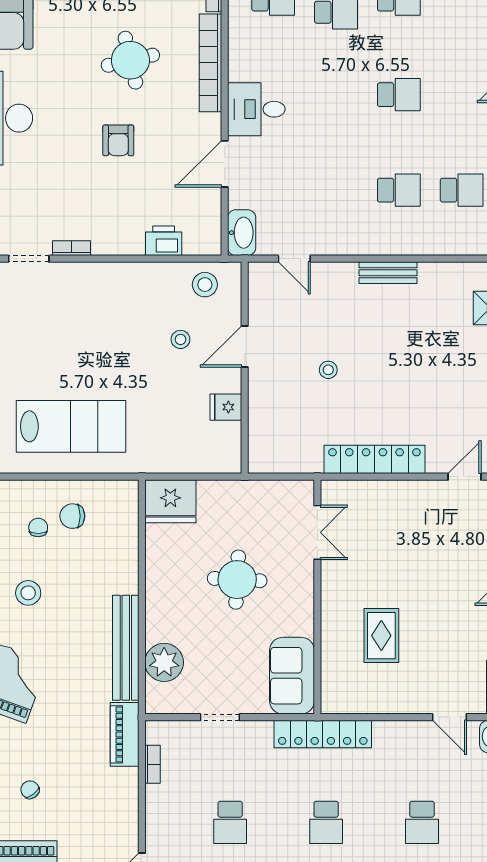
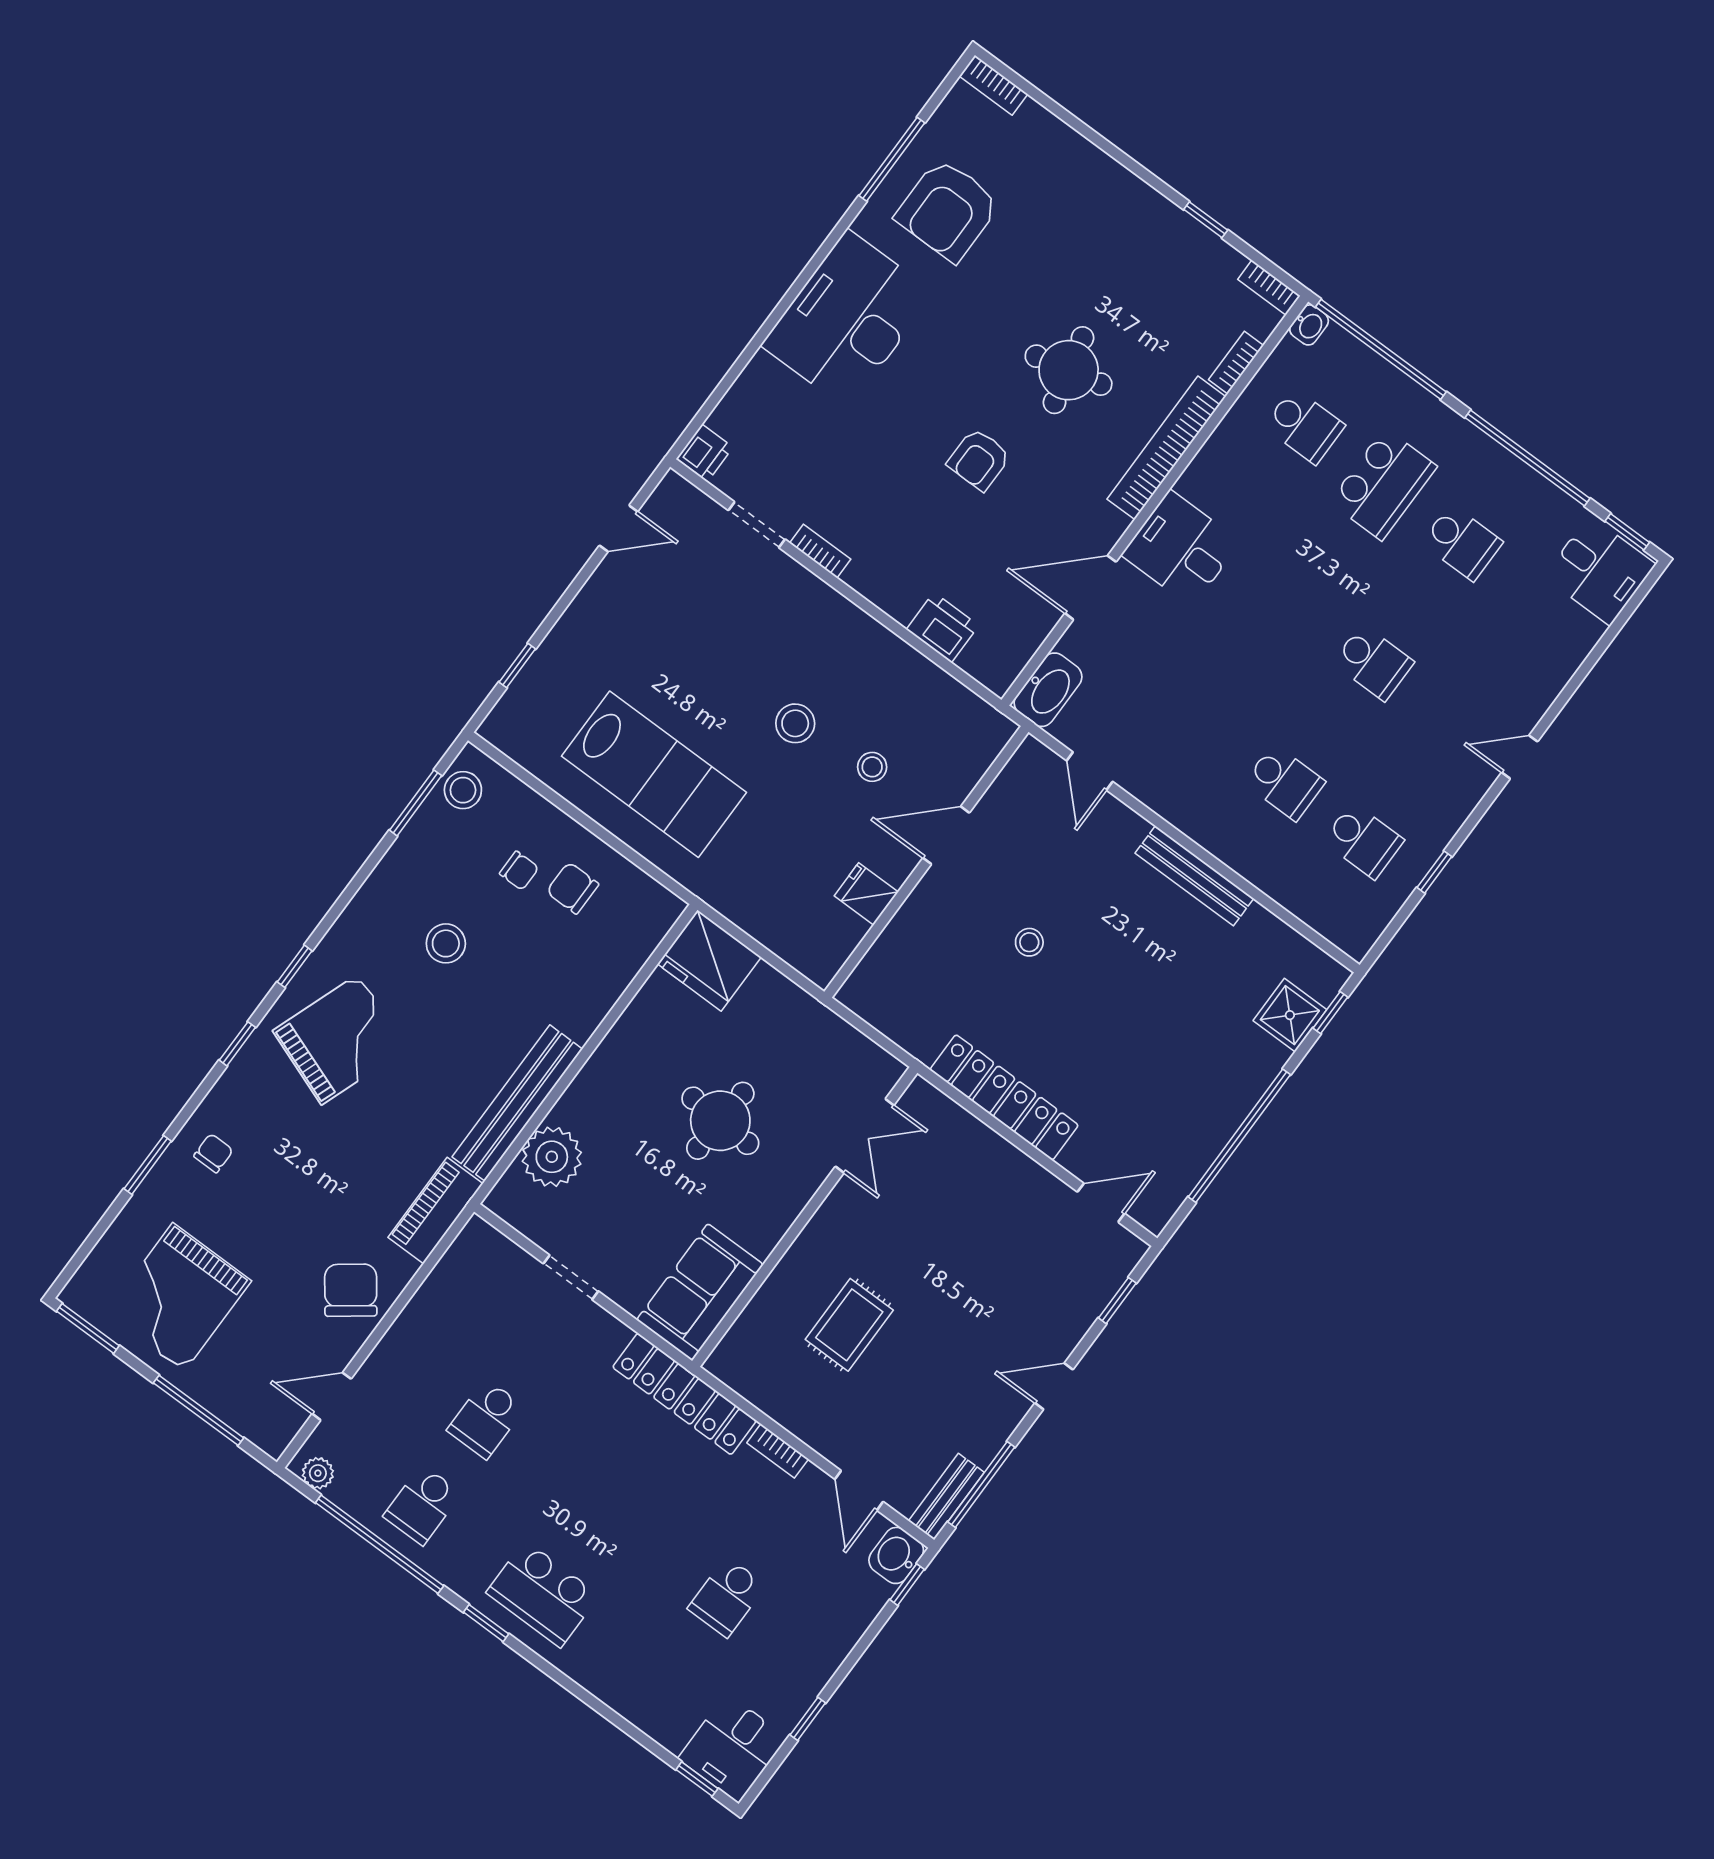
bench: (388, 273) -> (1194, 876), width x1.36
stool: (205, 285) -> (795, 723), moved
chair: (38, 527) -> (519, 871), turned 90
bookcase: (153, 764) -> (778, 1451), moved, turned 90
chair: (30, 790) -> (351, 1290), moved, width x1.87, depth x1.87
school desk: (326, 822) -> (606, 1508), removed

